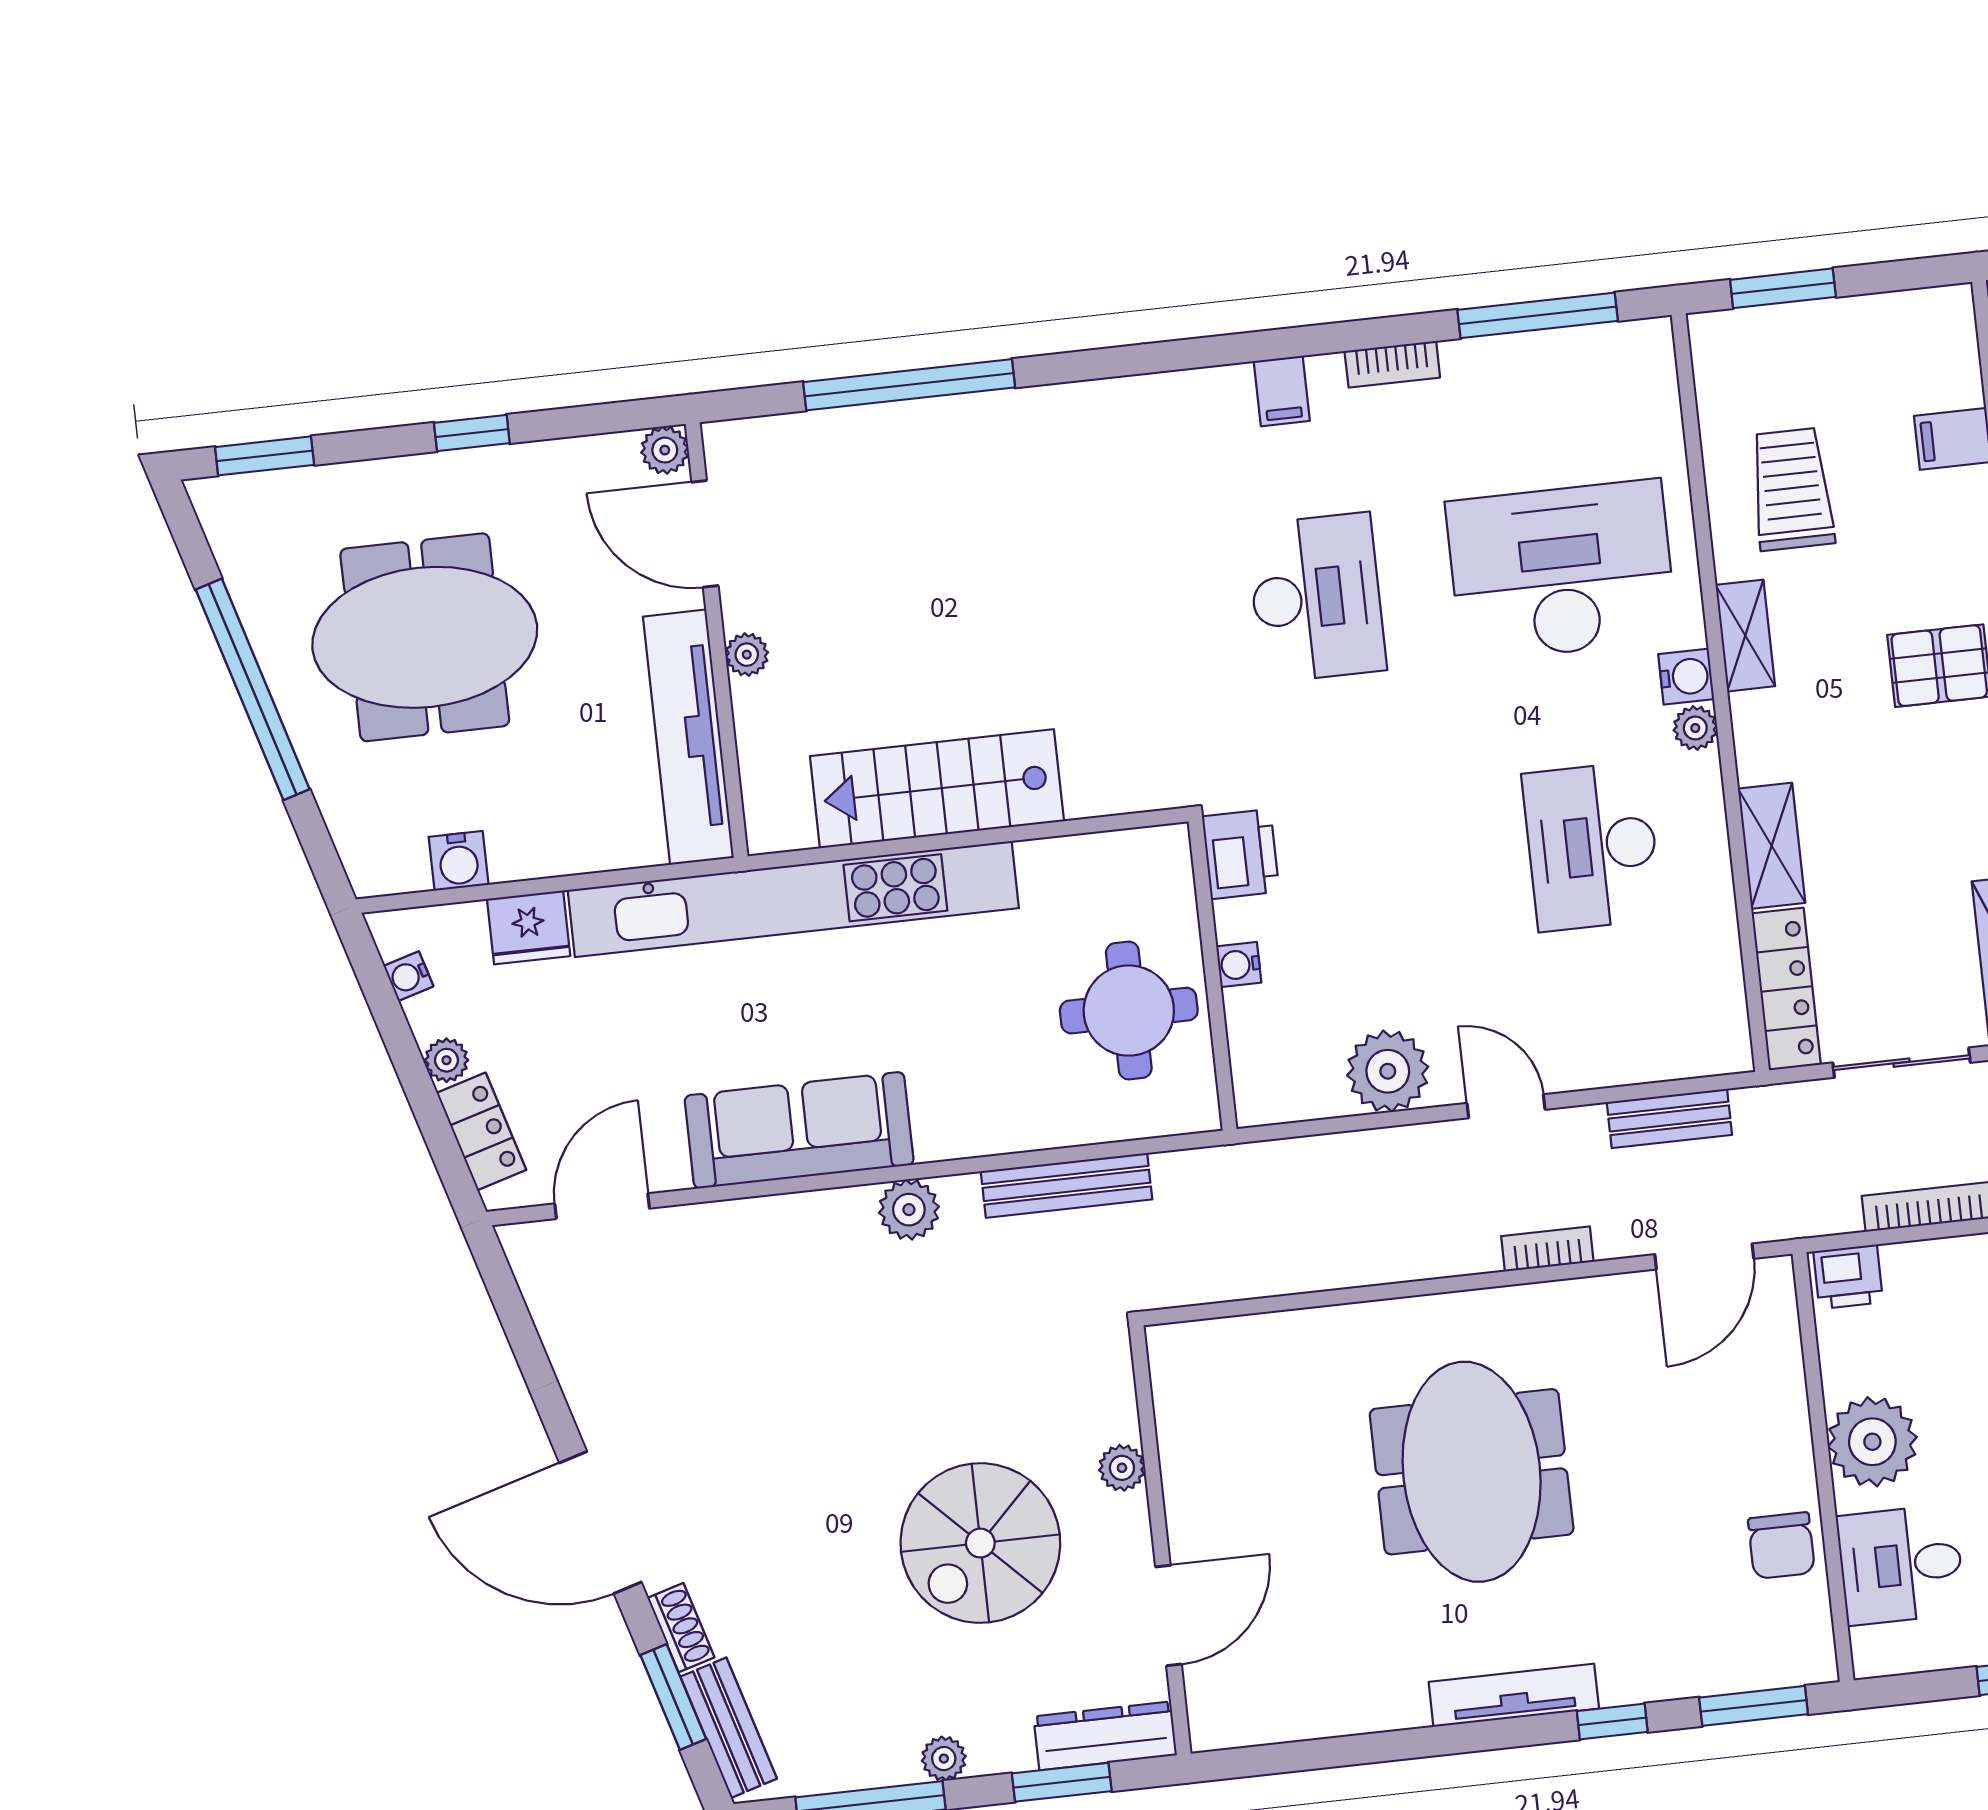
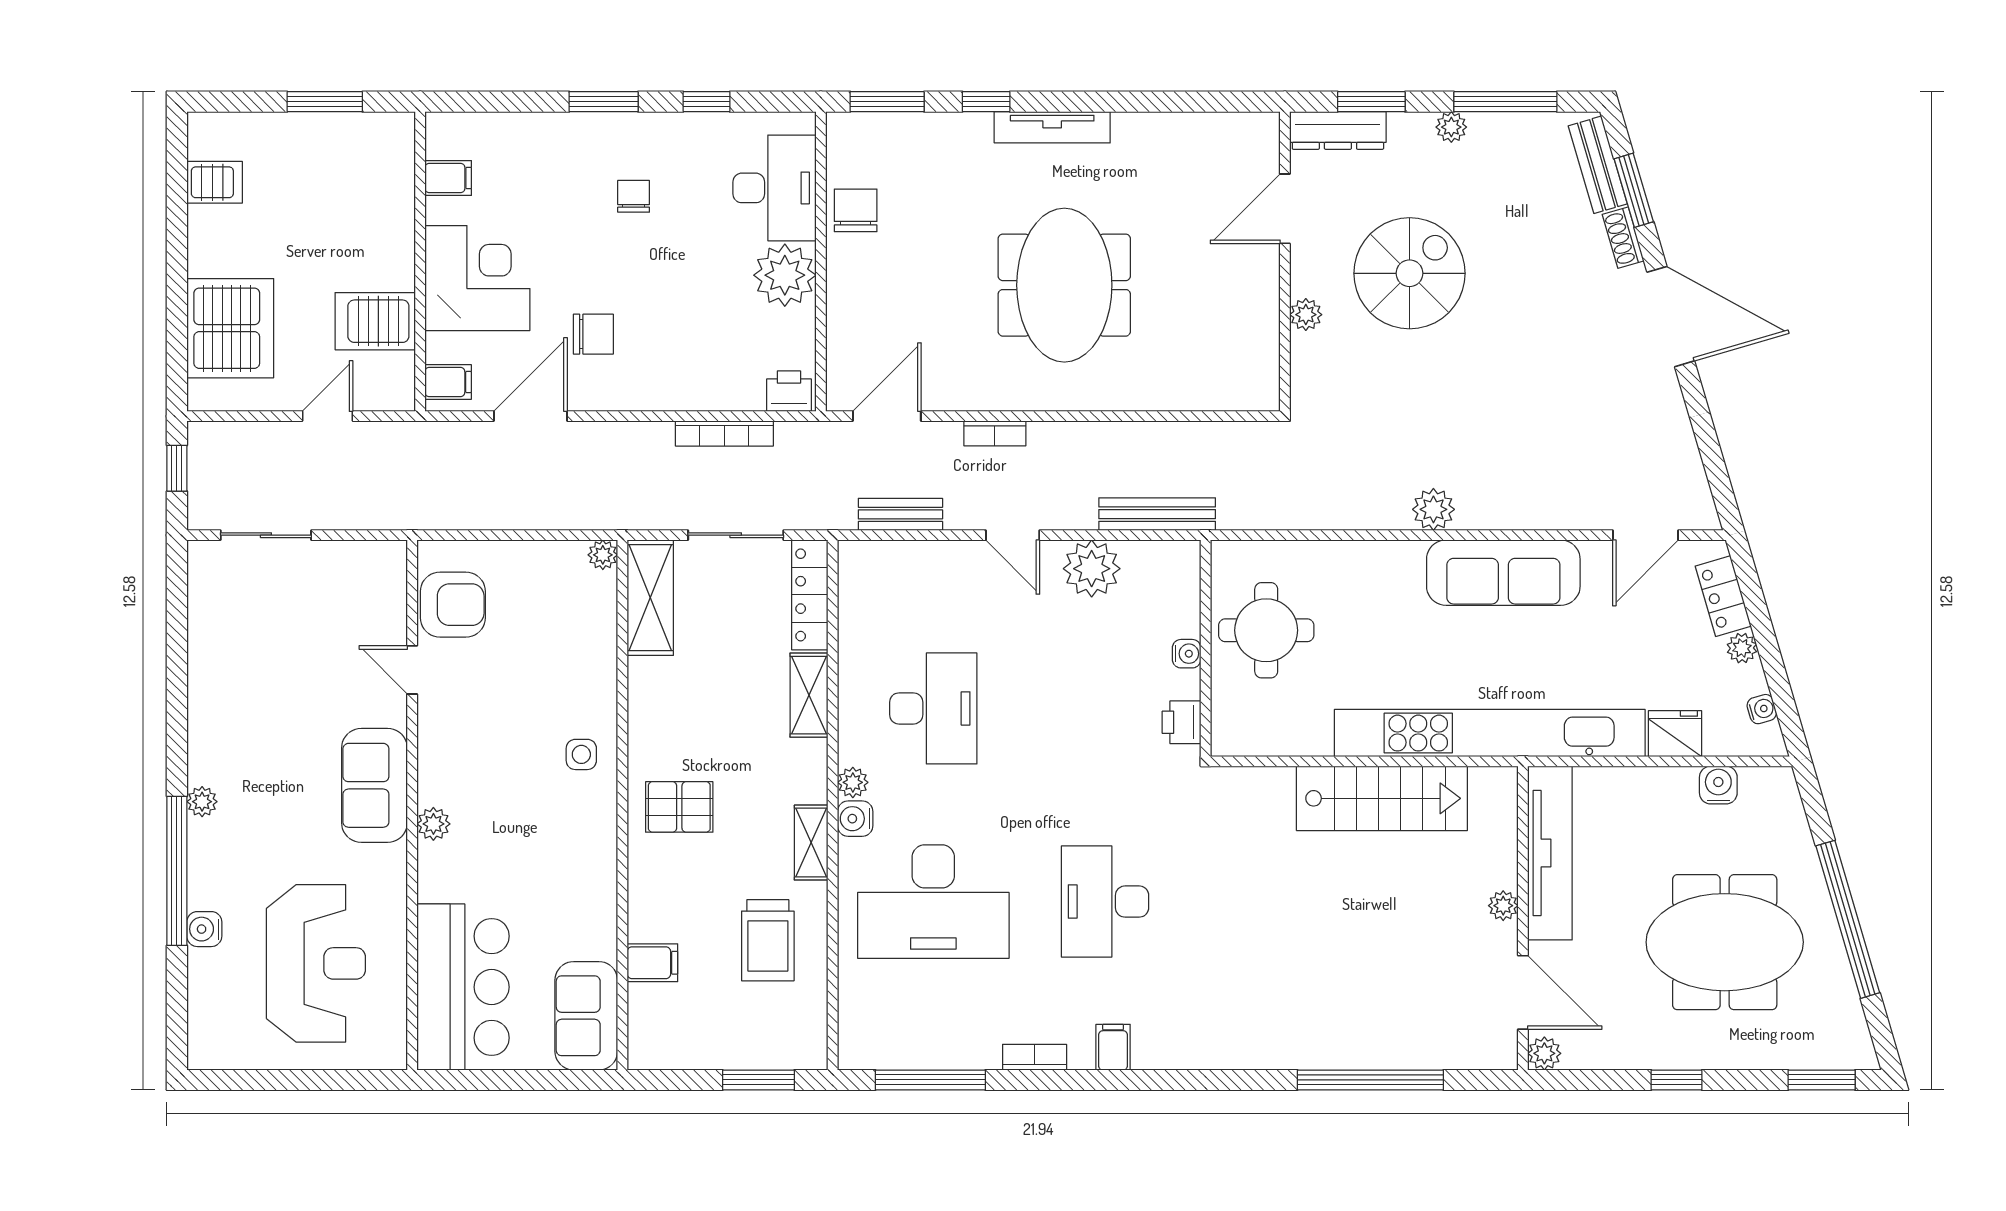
printer: (1241, 854) -> (1181, 722), width x0.73, depth x0.81
bench: (1066, 1185) -> (1157, 514), moved
desk: (1901, 1565) -> (774, 188), width x1.37

